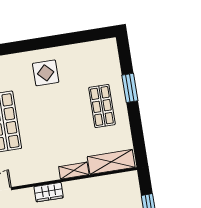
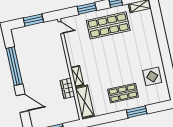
display table: (46, 73) -> (152, 76), moved
wardrobe: (49, 192) -> (68, 88), moved

